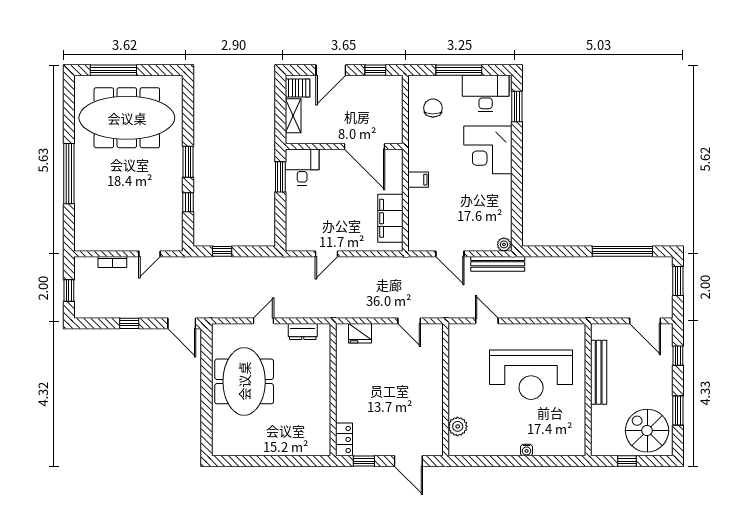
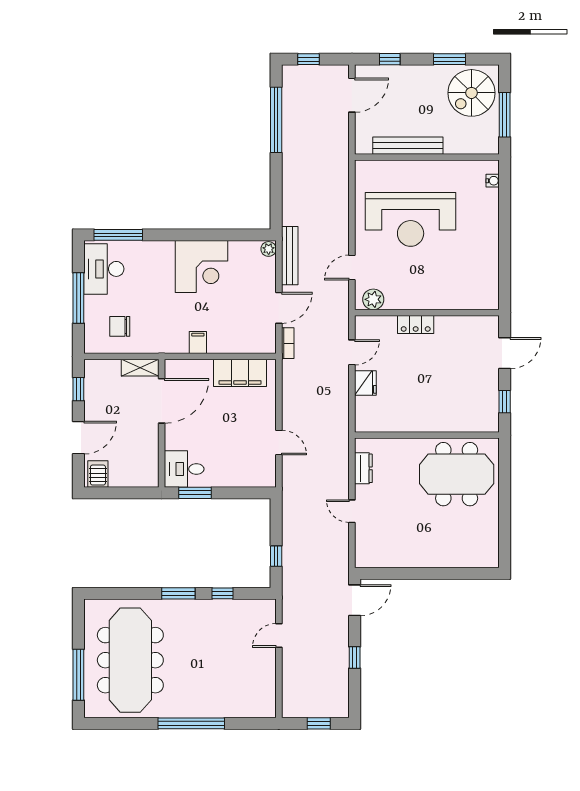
door: (331, 70) -> (78, 438), hinge flipped
window: (517, 107) -> (118, 235), width x1.44
shelving: (293, 116) -> (140, 368), moved
corner desk: (488, 150) -> (201, 266), moved
door: (149, 254) -> (279, 635), swing flipped
bookcase: (112, 262) -> (288, 343), moved
window: (678, 281) -> (308, 59), width x0.67
fridge: (360, 333) -> (365, 383), moved
reception desk: (531, 375) -> (411, 219), turned 90
meeting table: (244, 381) -> (457, 474), moved
plant: (458, 426) -> (373, 299), moved
locker: (344, 439) -> (416, 324), moved, turned 180
water cooler: (527, 450) -> (493, 181), moved
window: (627, 461) -> (505, 115), width x2.17

